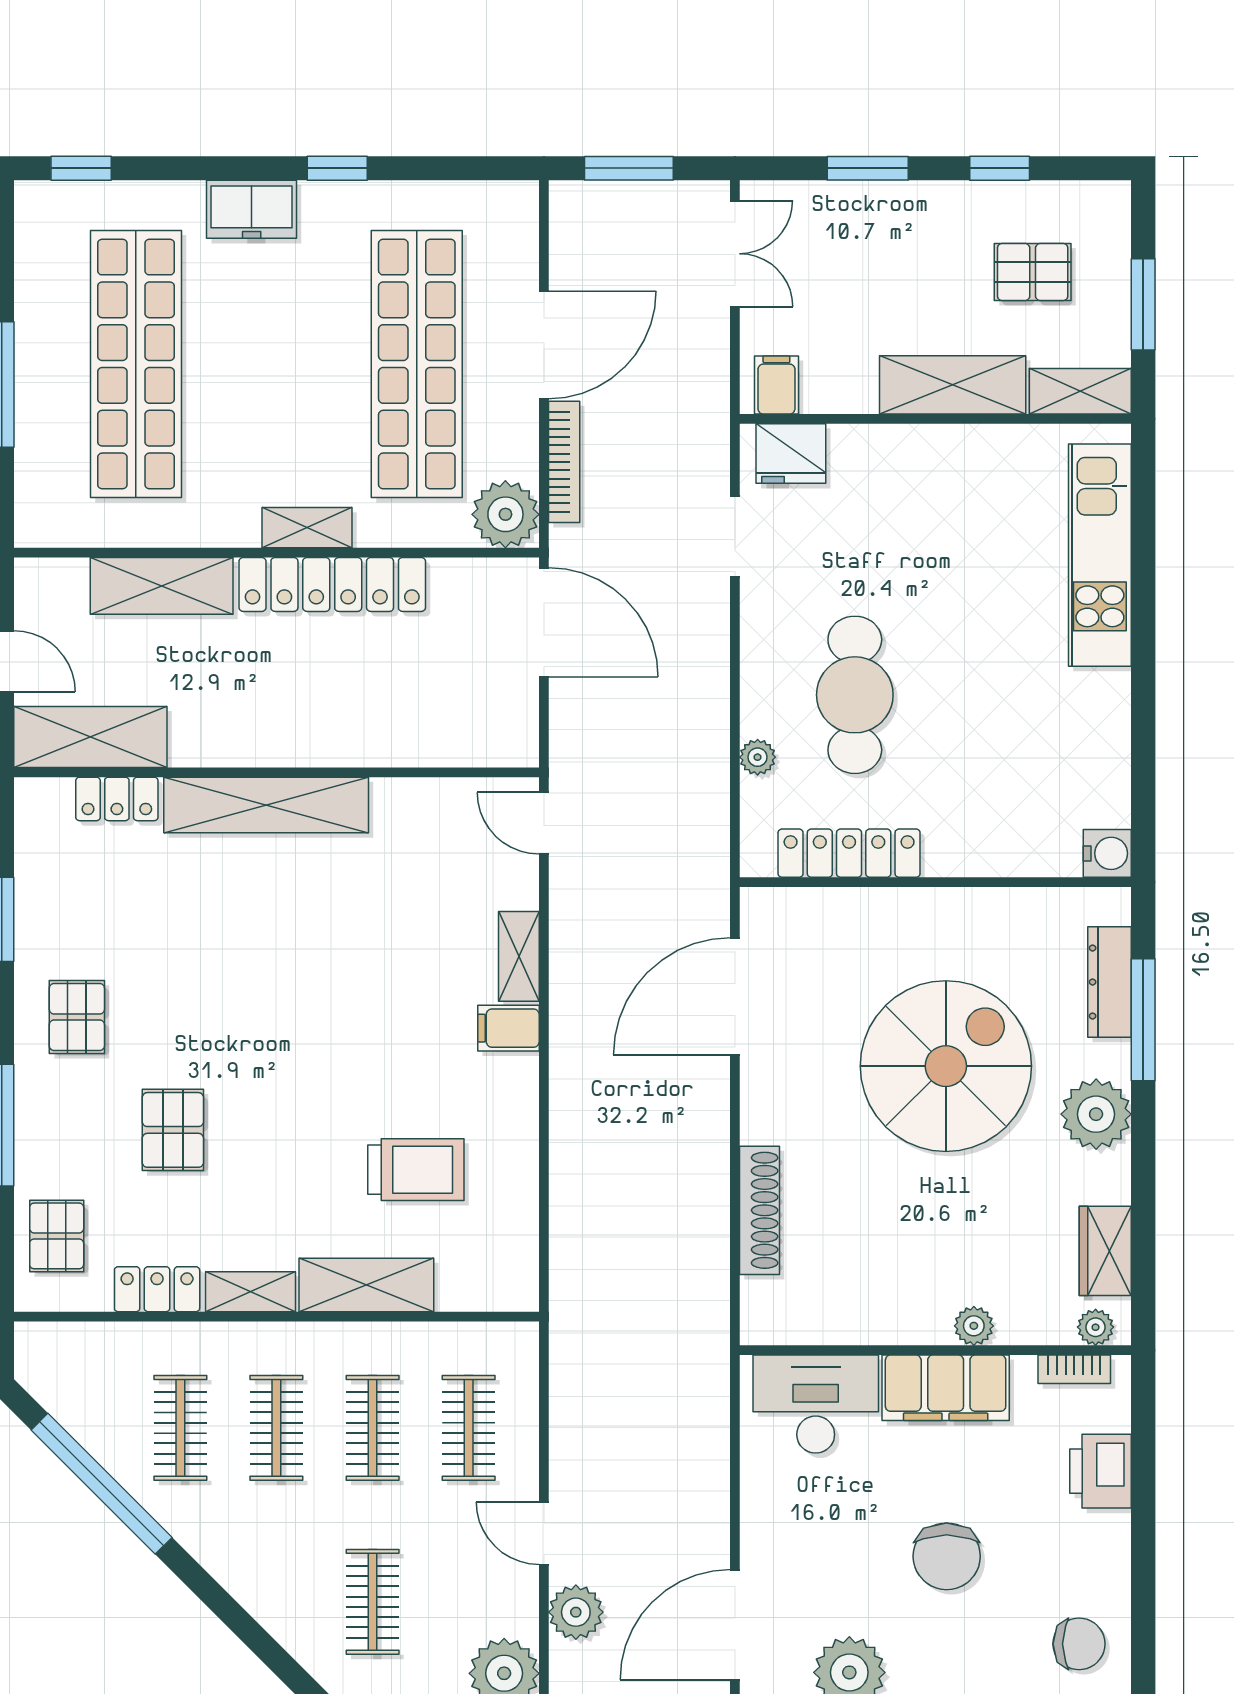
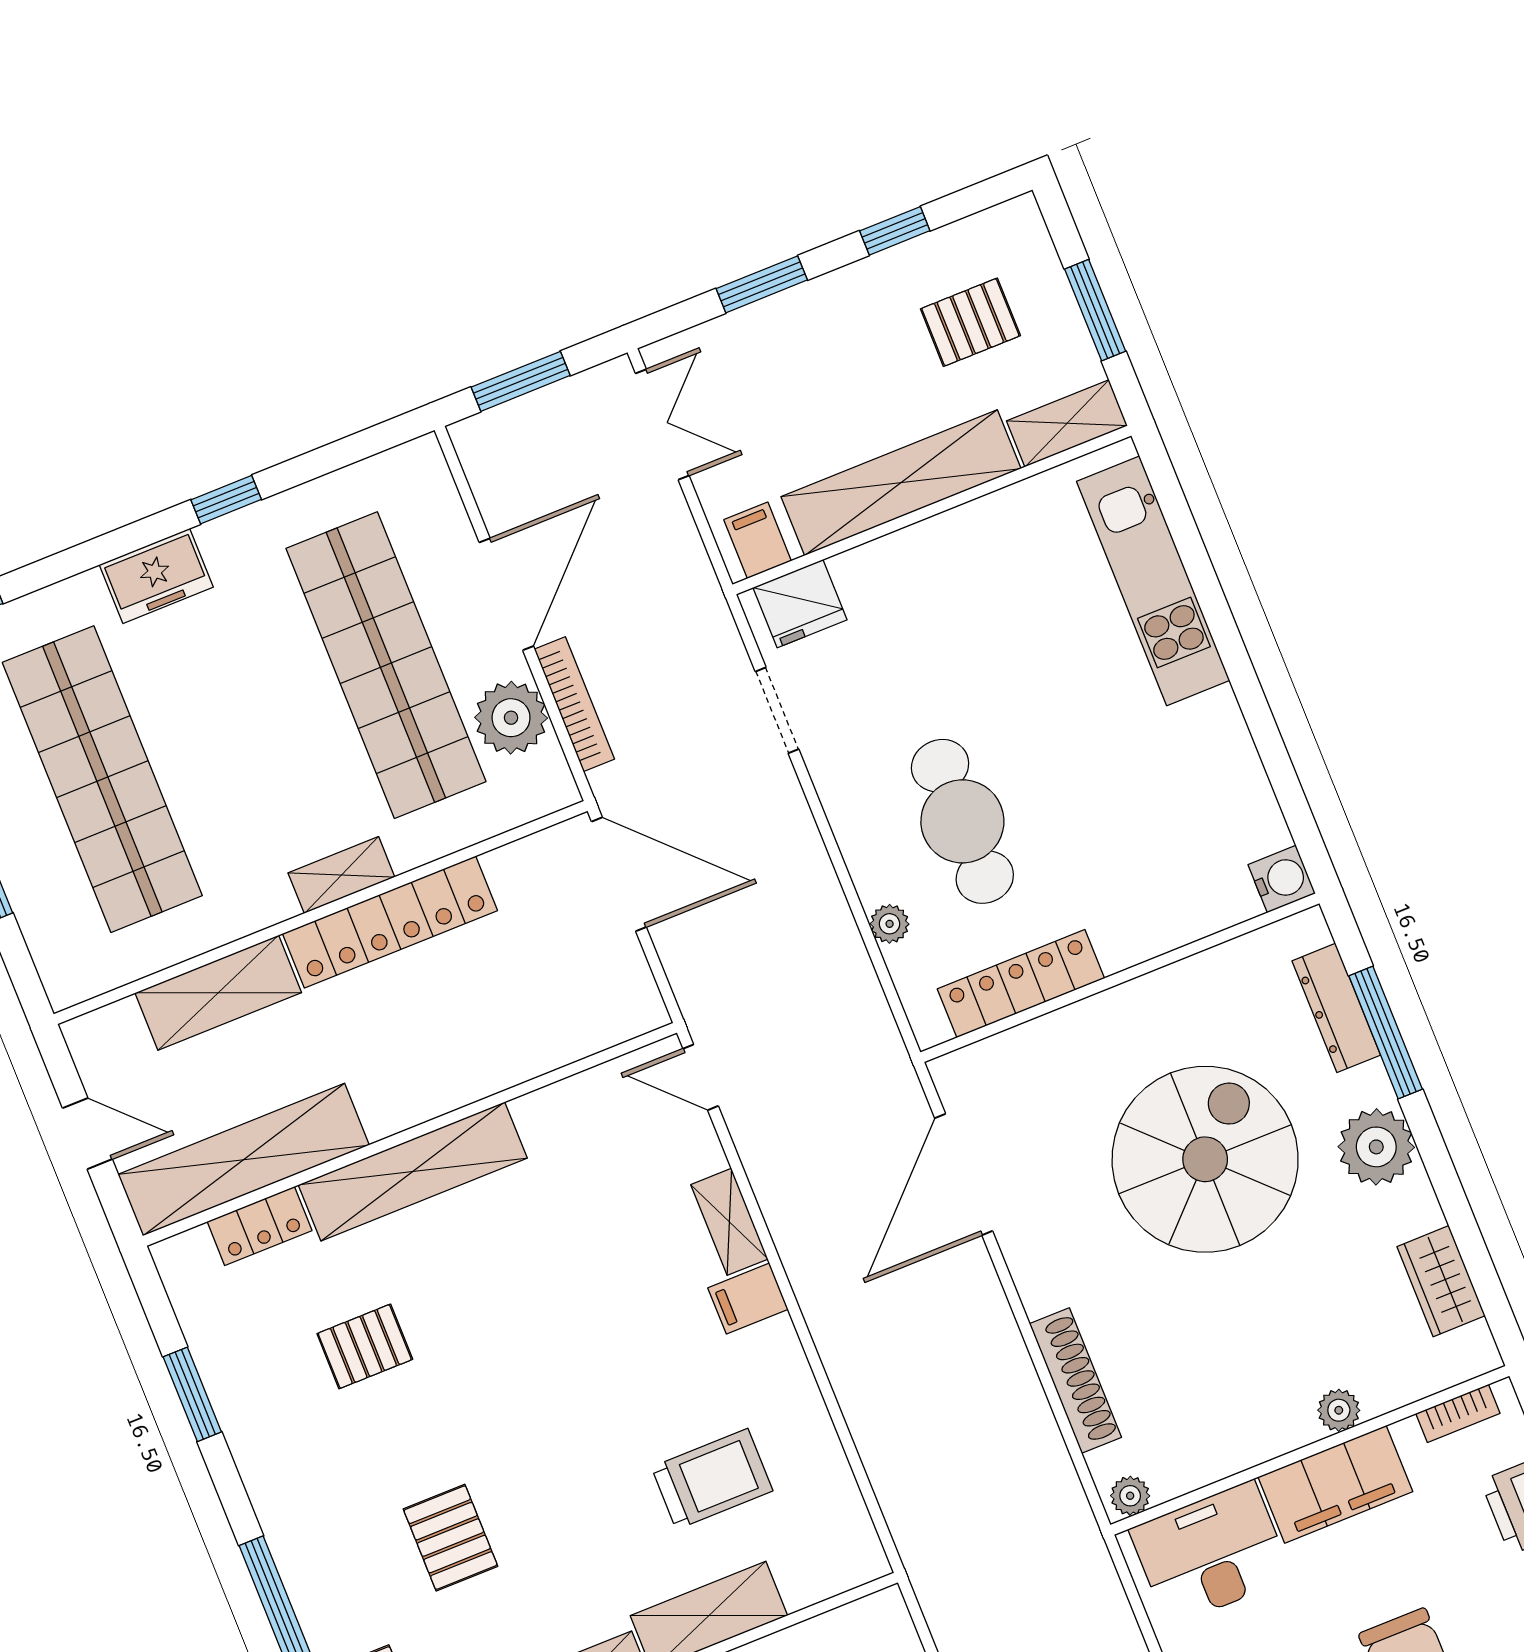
shelving: (953, 385) -> (901, 483), width x1.47
plant: (505, 514) -> (511, 718), moved
shelving: (90, 737) -> (244, 1160), width x1.47
pallet: (77, 1017) -> (365, 1346), moved, turned 90
plant: (1096, 1327) -> (1130, 1496), moved

